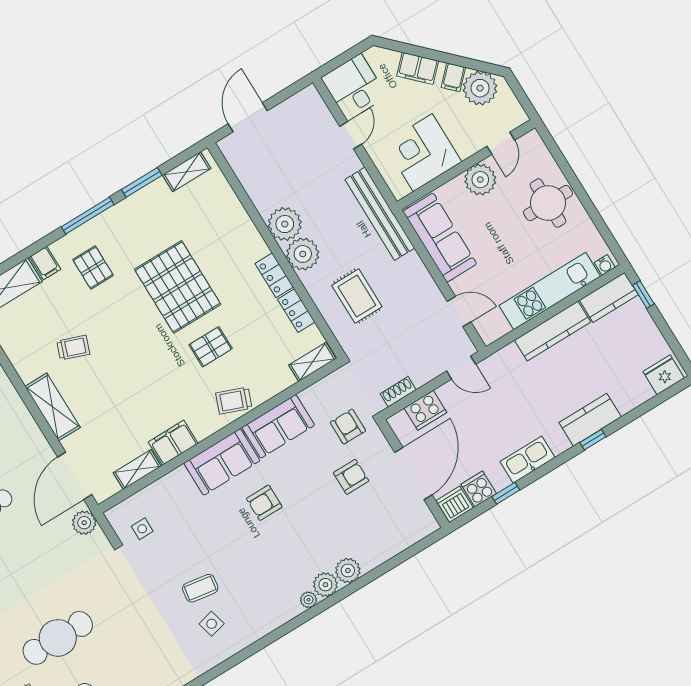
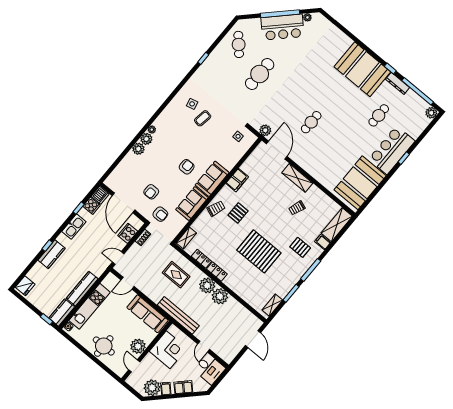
pallet: (211, 347) -> (238, 213), moved
shelving: (137, 470) -> (249, 162), removed

